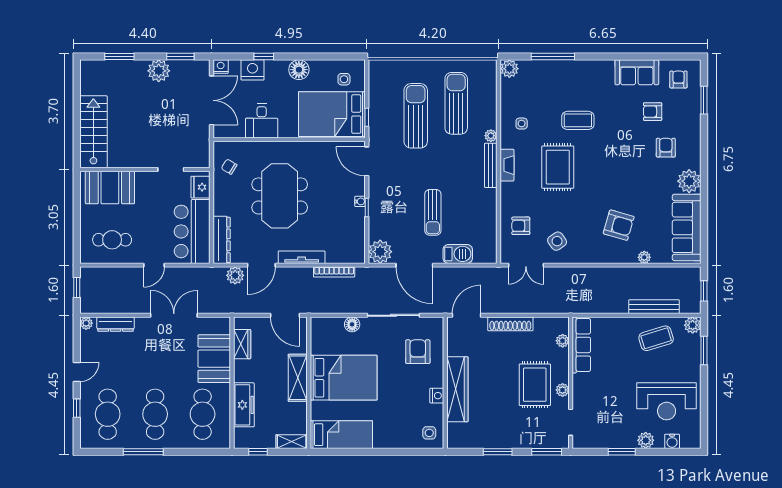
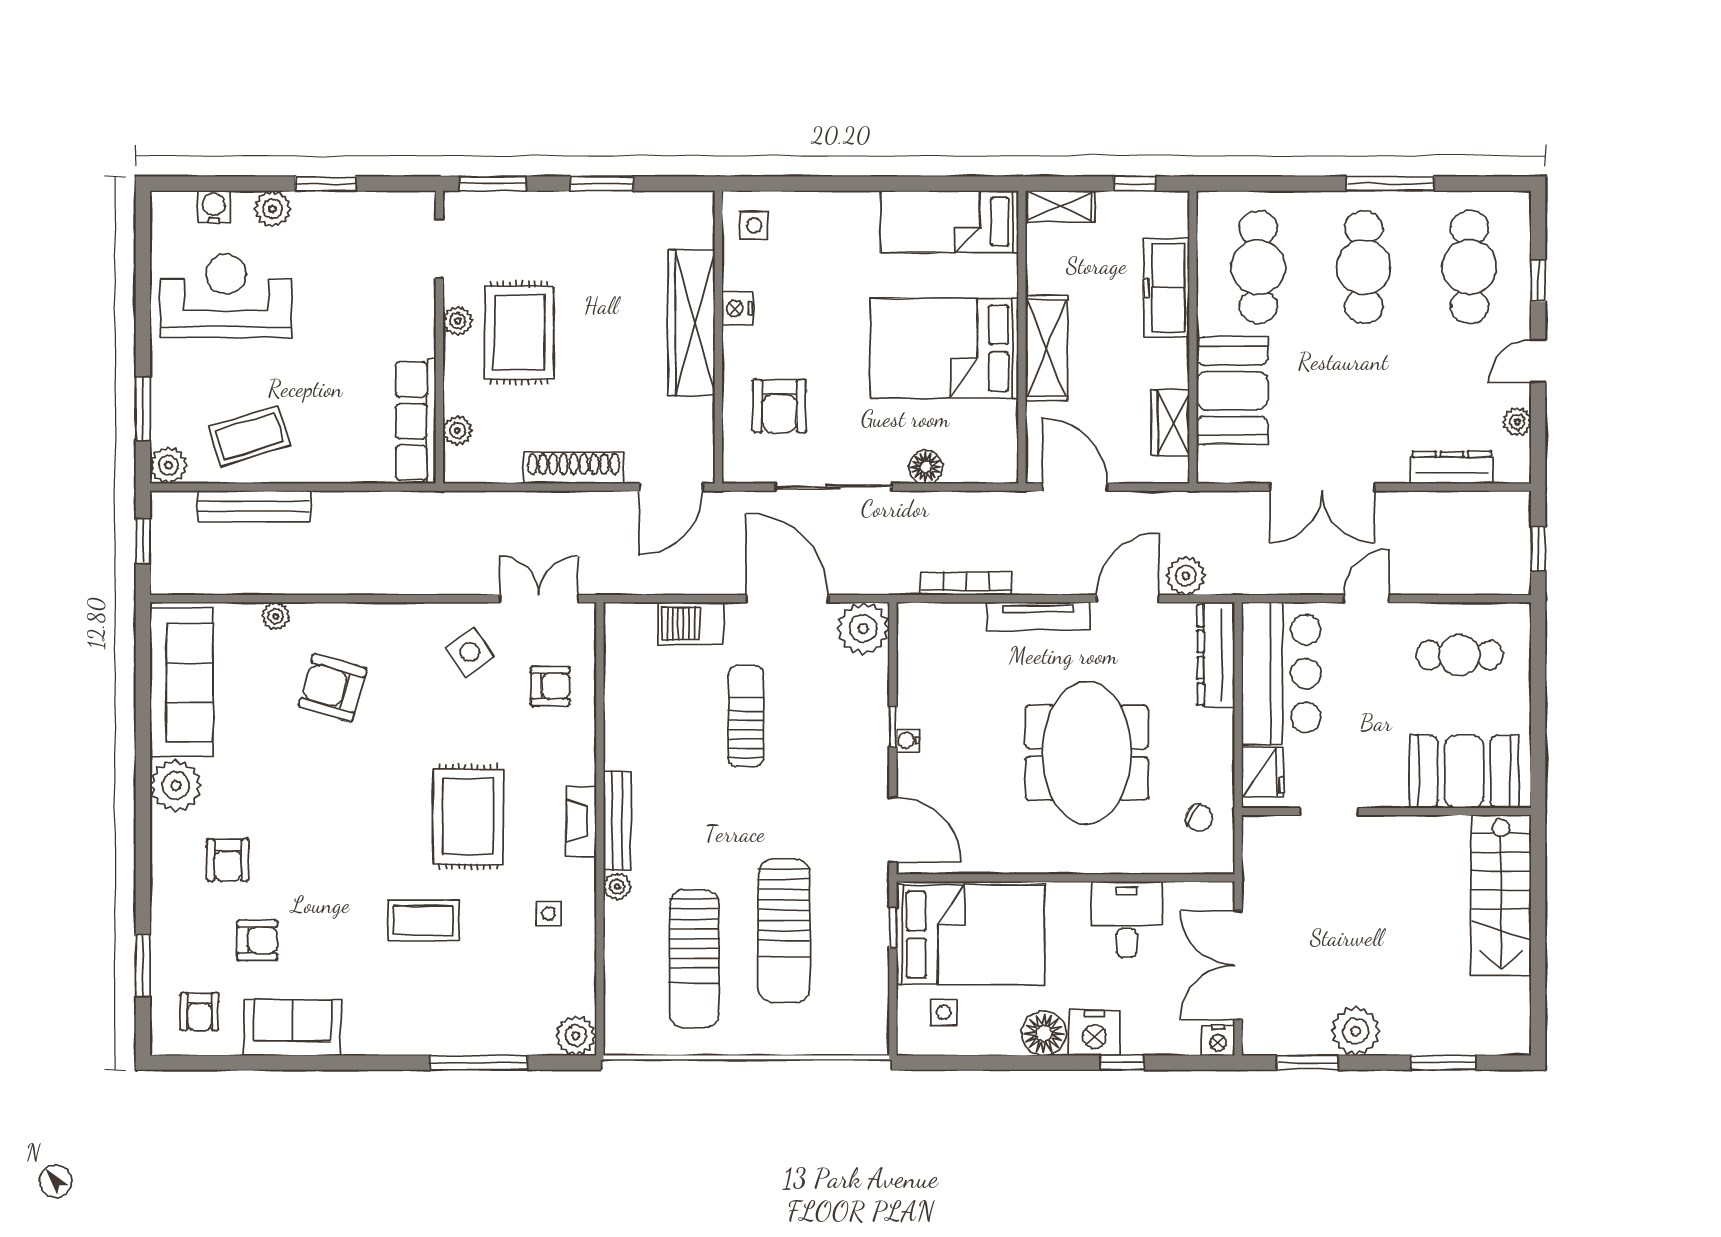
nightstand: (252, 70) -> (1094, 1033), moved
plant: (86, 323) -> (1517, 422), moved

